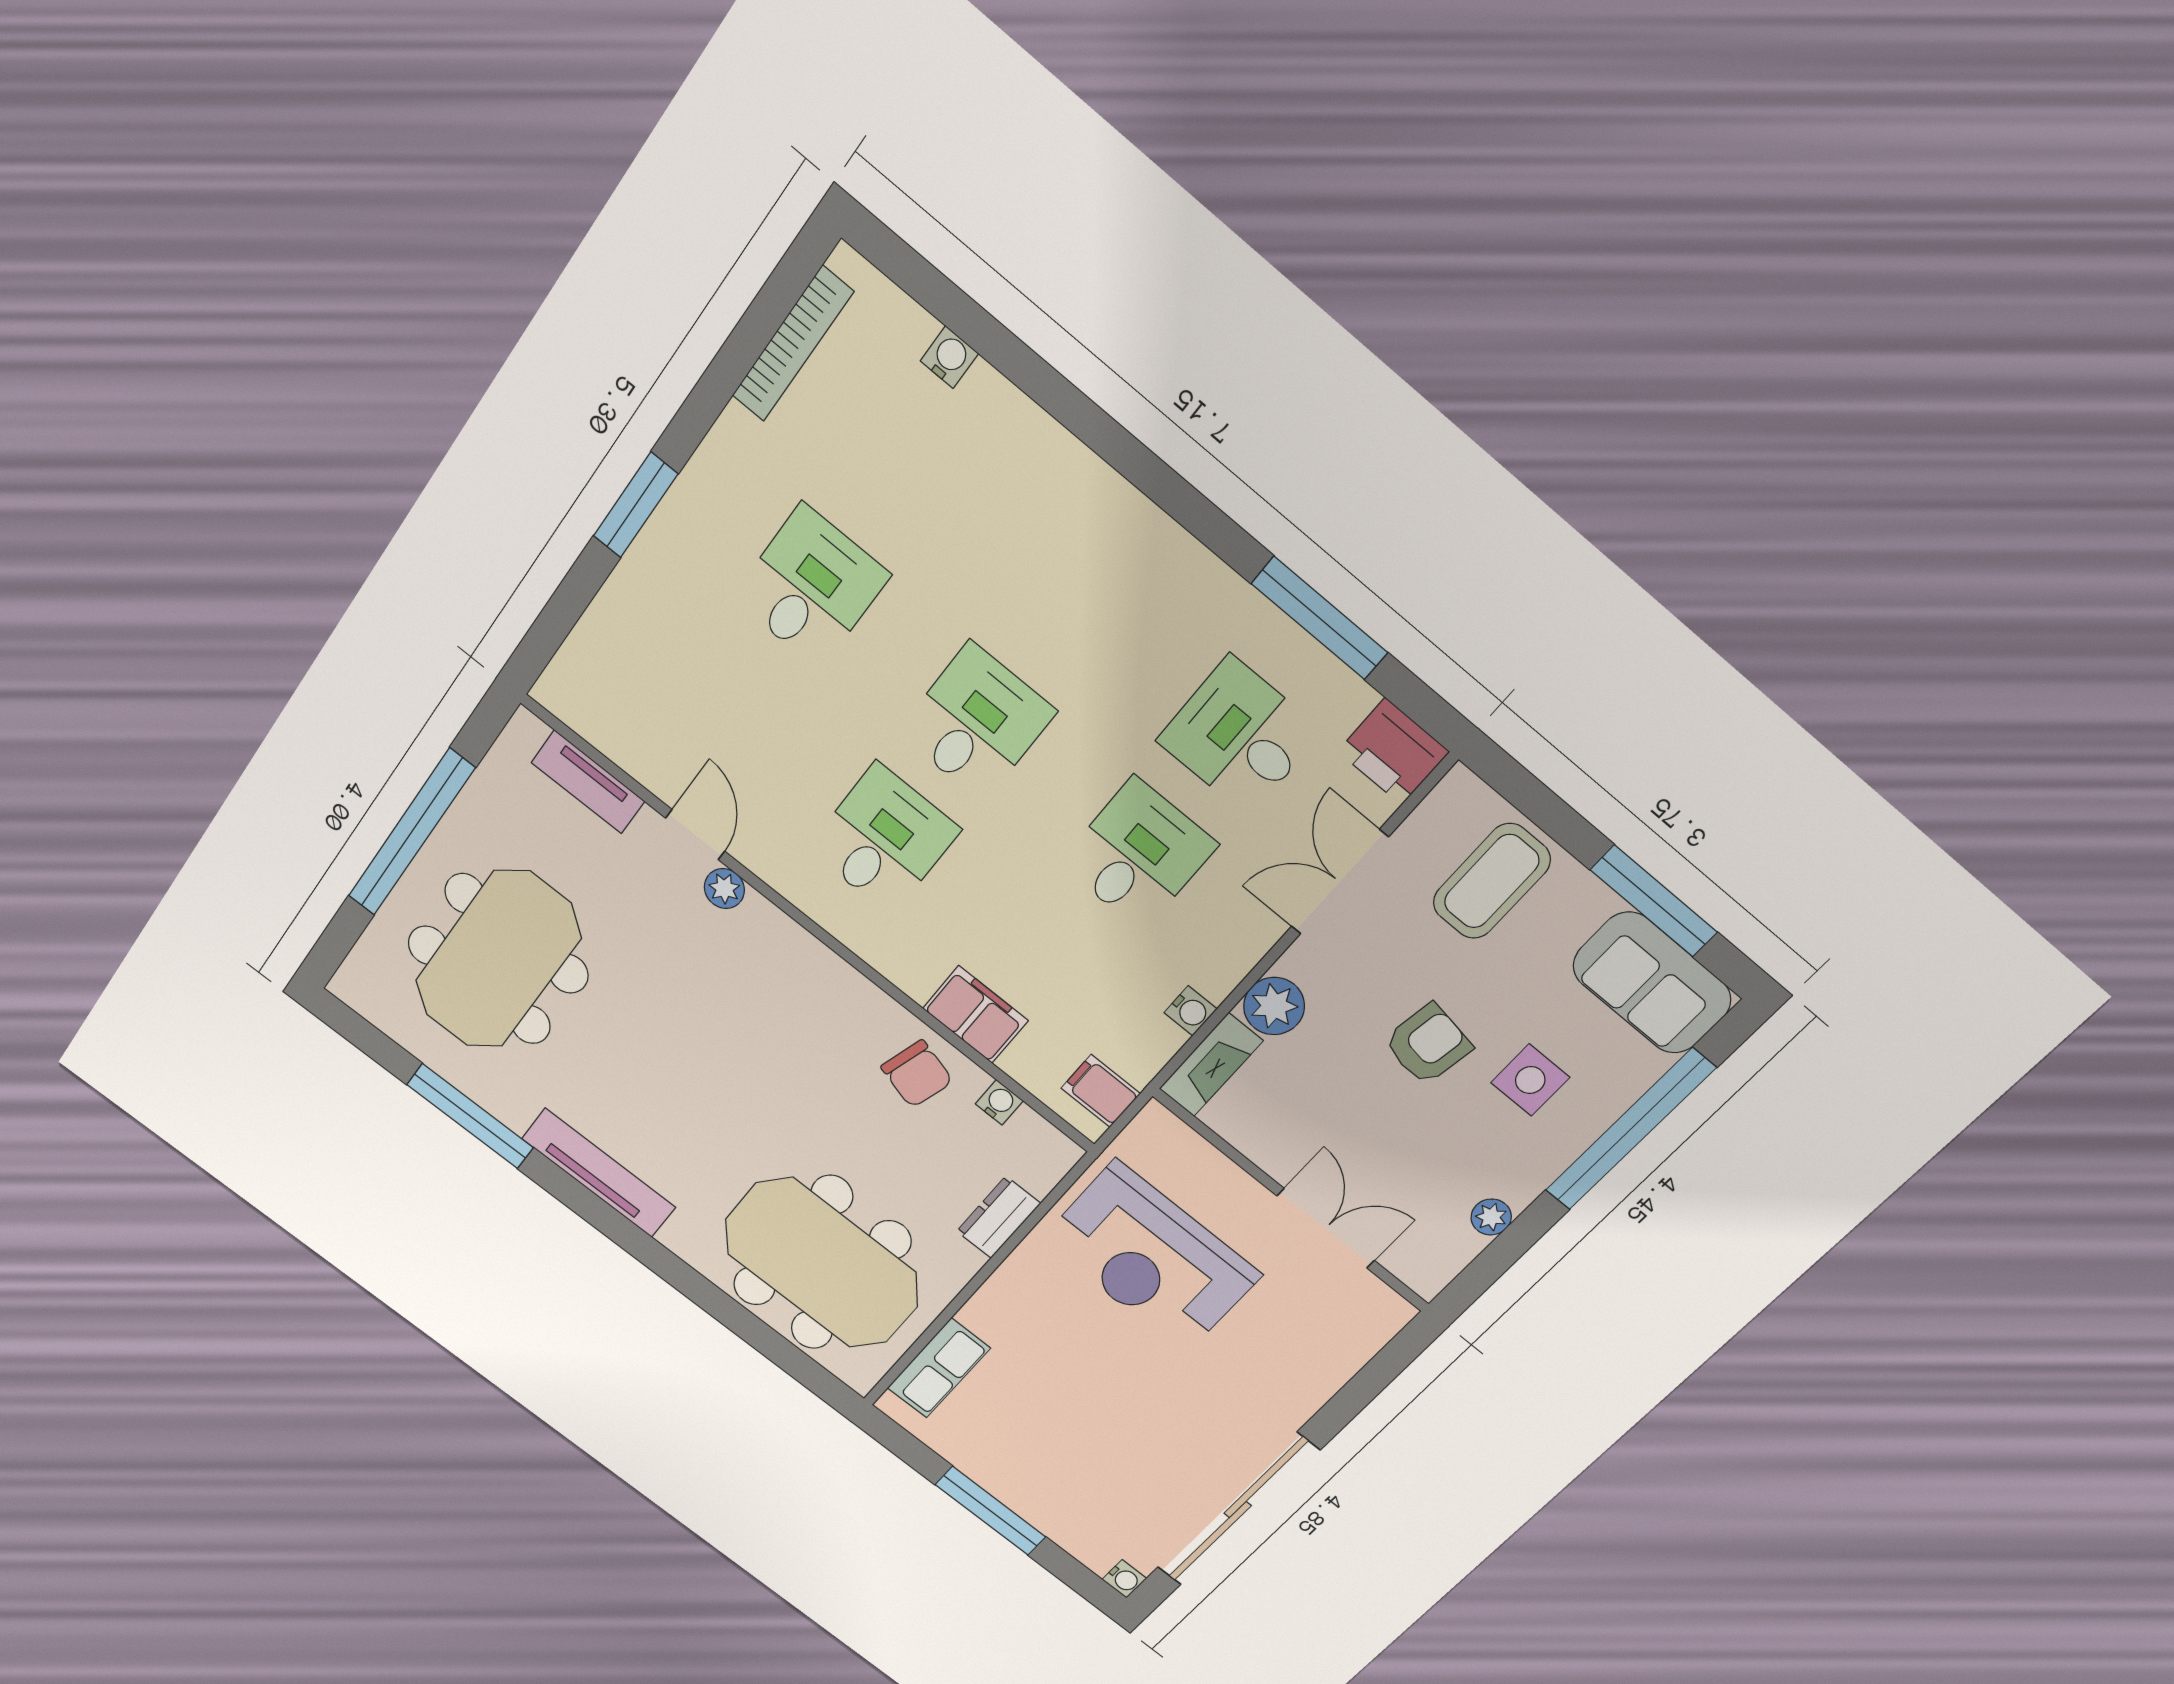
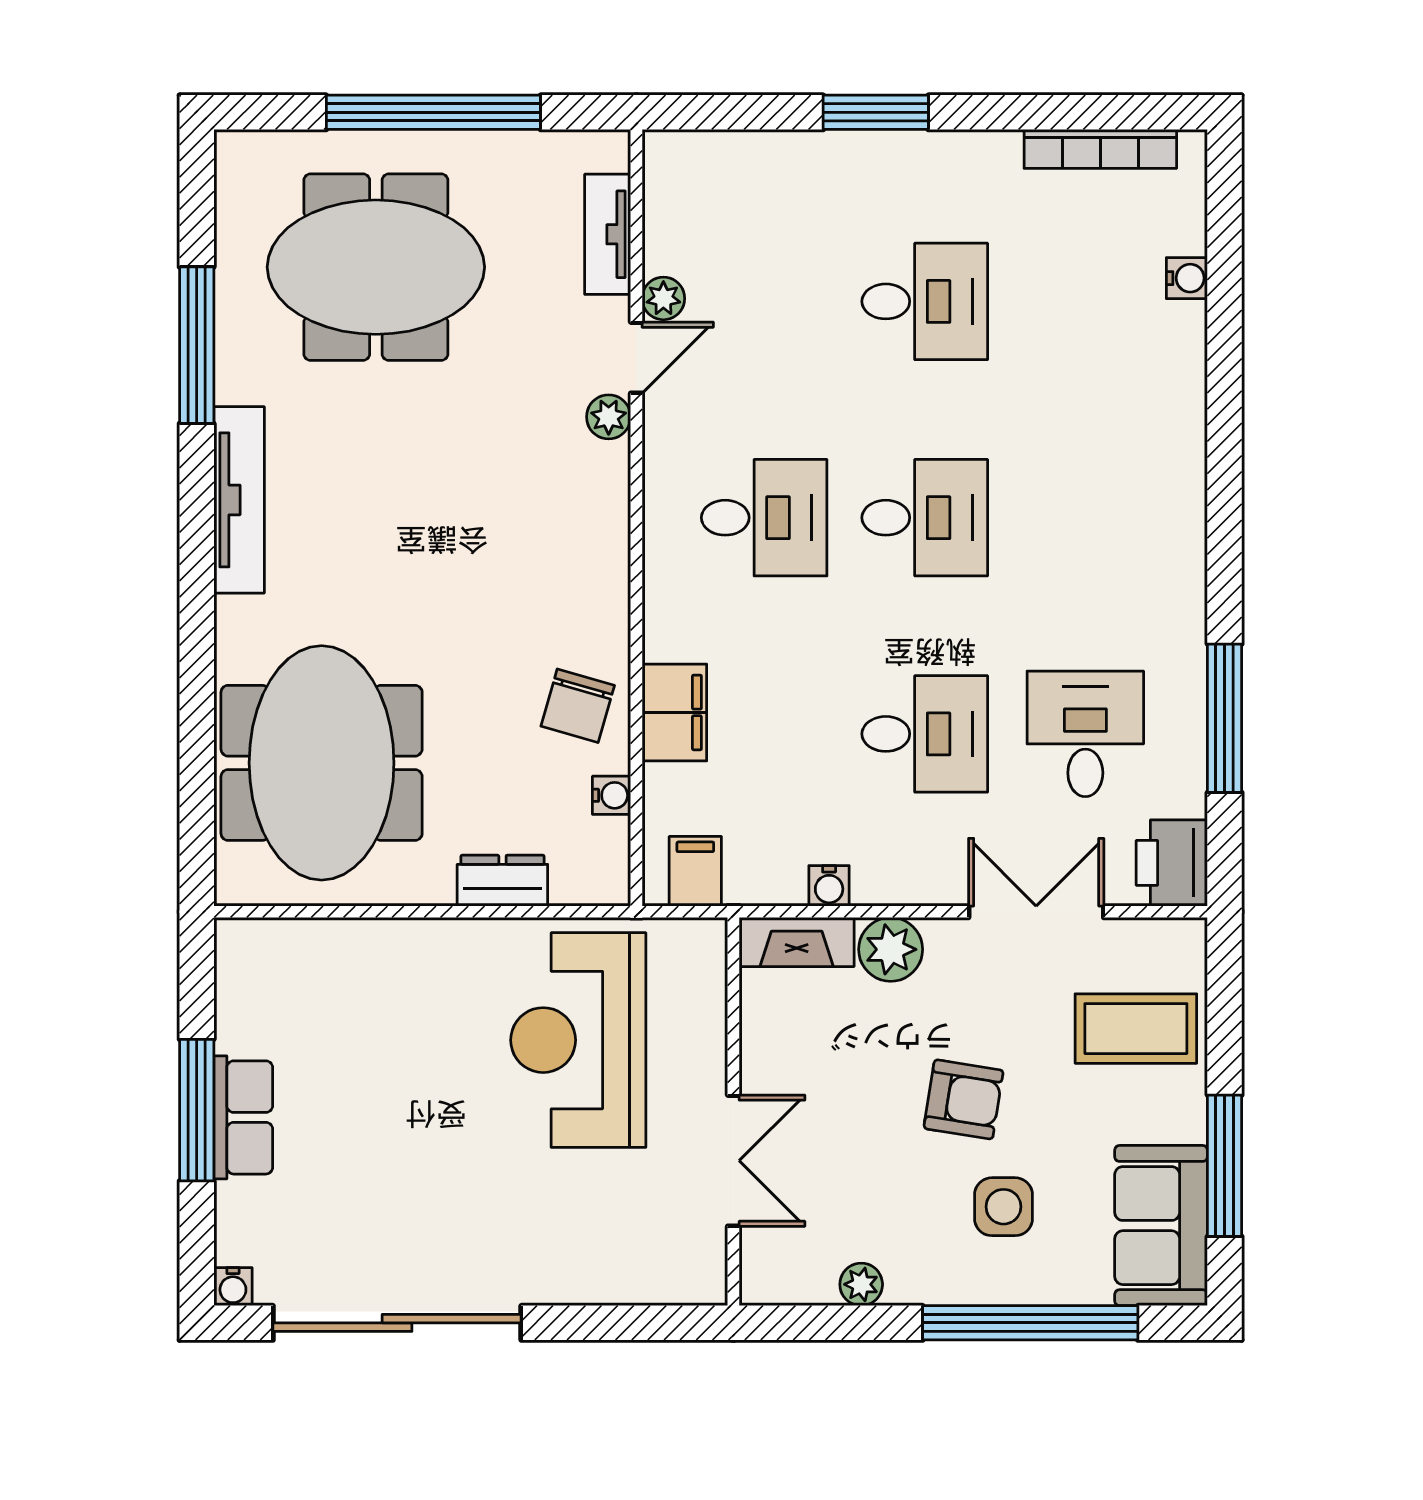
plant: (665, 780) -> (663, 298), added
row of seats: (939, 1368) -> (243, 1117), moved, turned -90

